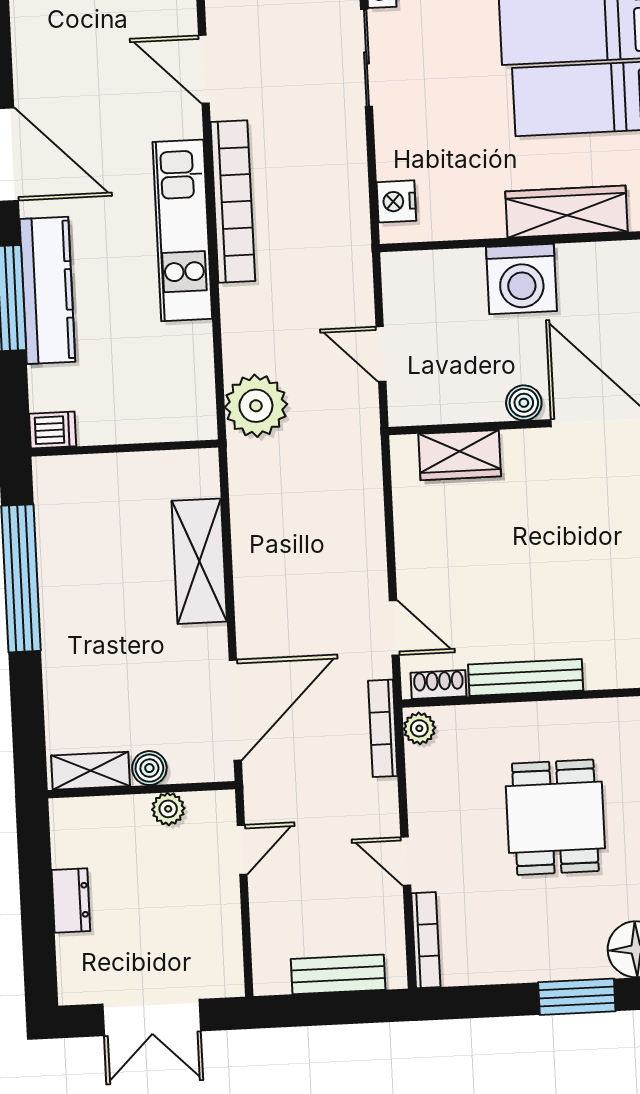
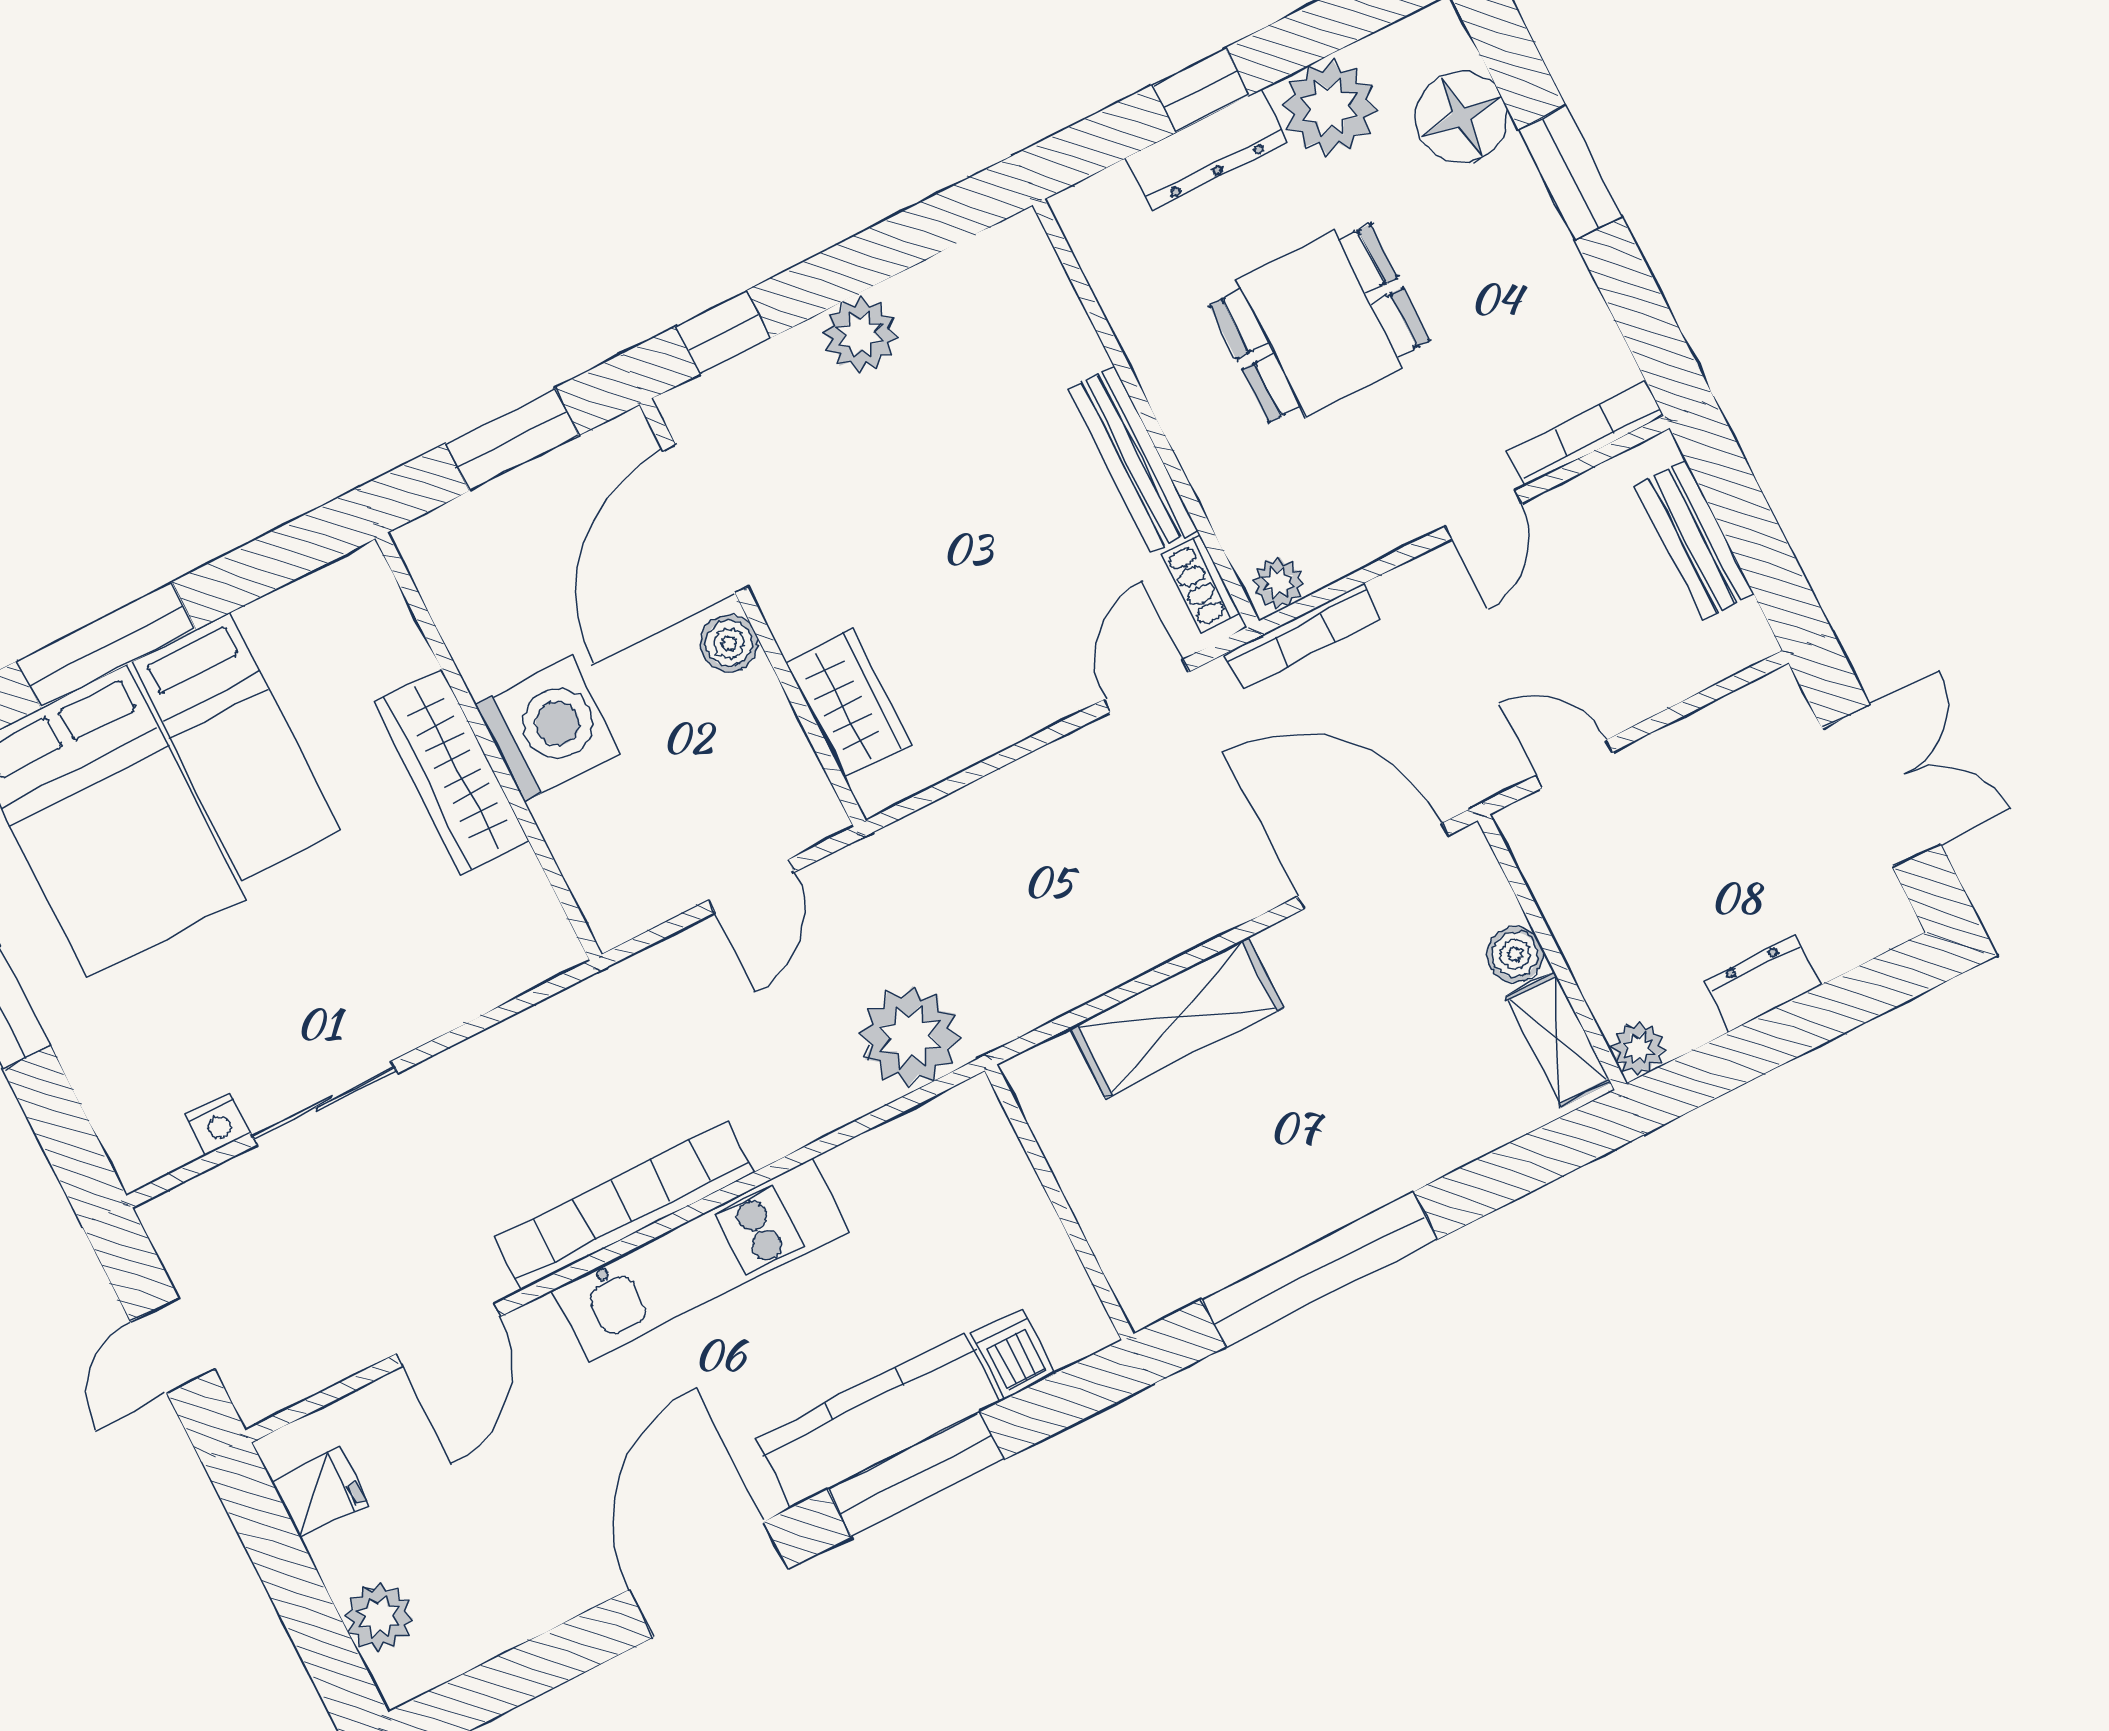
nightstand: (396, 201) -> (516, 964), removed
wardrobe: (566, 212) -> (452, 771), moved
dishwasher: (53, 430) -> (1013, 1354), moved
plant: (168, 809) -> (1638, 1049), moved

